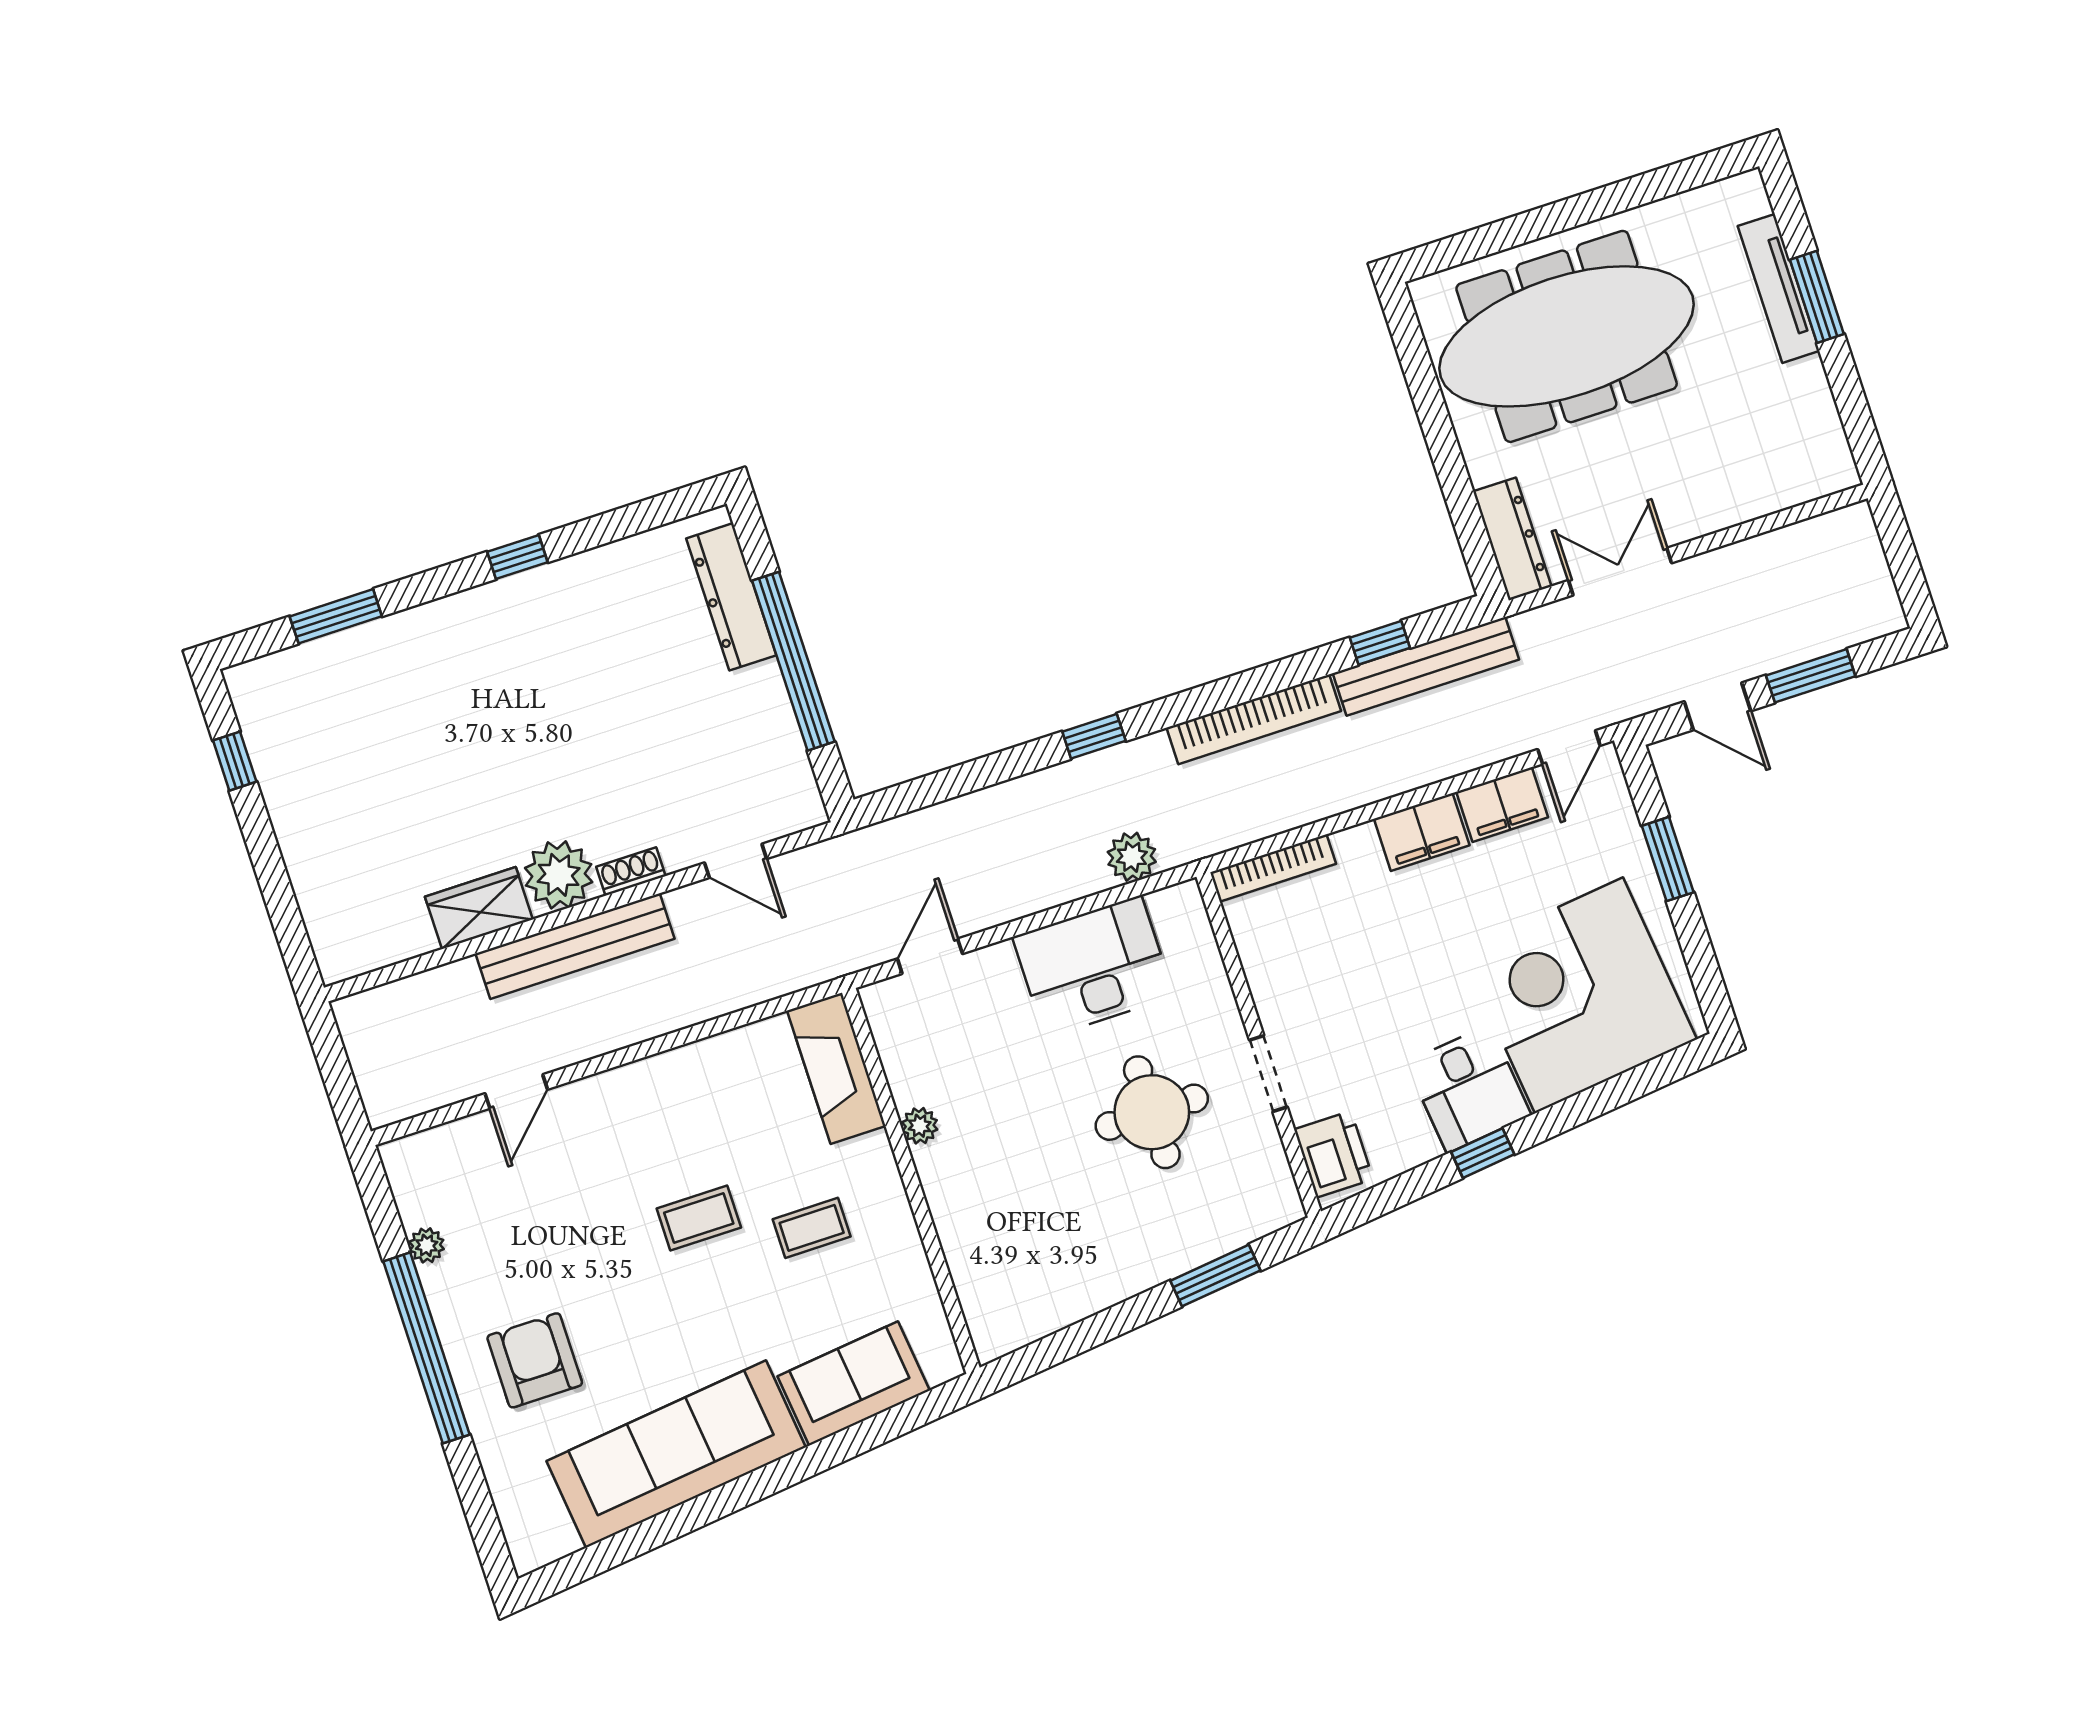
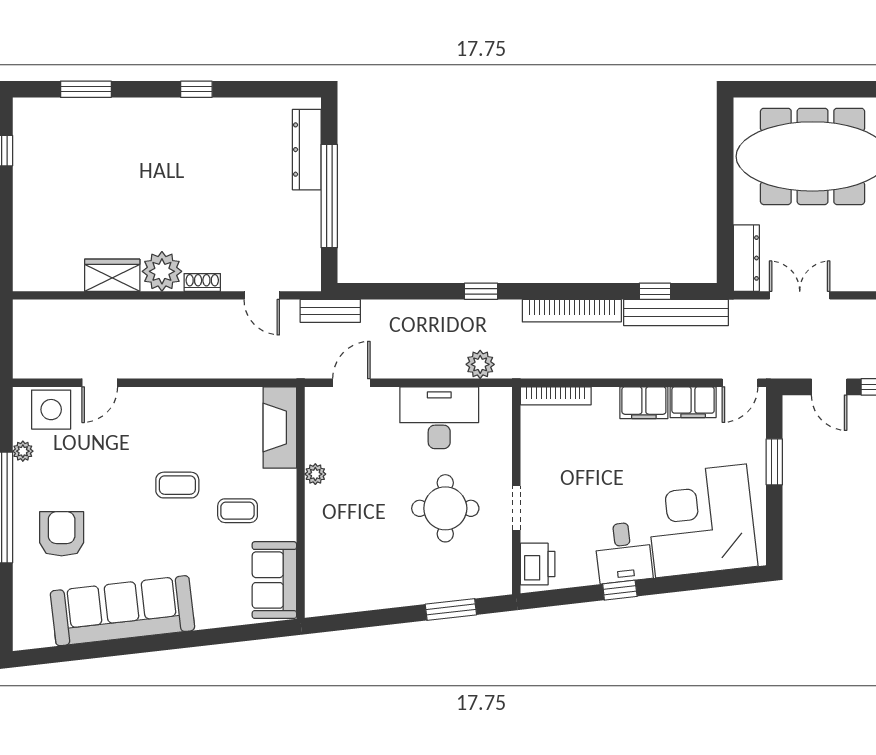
bench: (575, 946) -> (330, 311), moved, width x0.54, depth x0.82
side table: (451, 1162) -> (51, 410), added
sofa: (854, 1383) -> (274, 580), moved, turned -84

